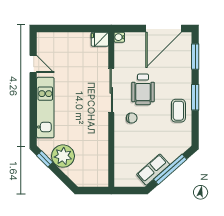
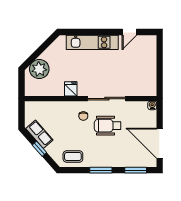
fridge: (100, 39) -> (71, 89), moved
coffee table: (178, 111) -> (73, 156), moved
plant: (63, 156) -> (39, 69), moved
window: (45, 159) -> (48, 42), removed
window: (170, 169) -> (39, 149), width x0.46

